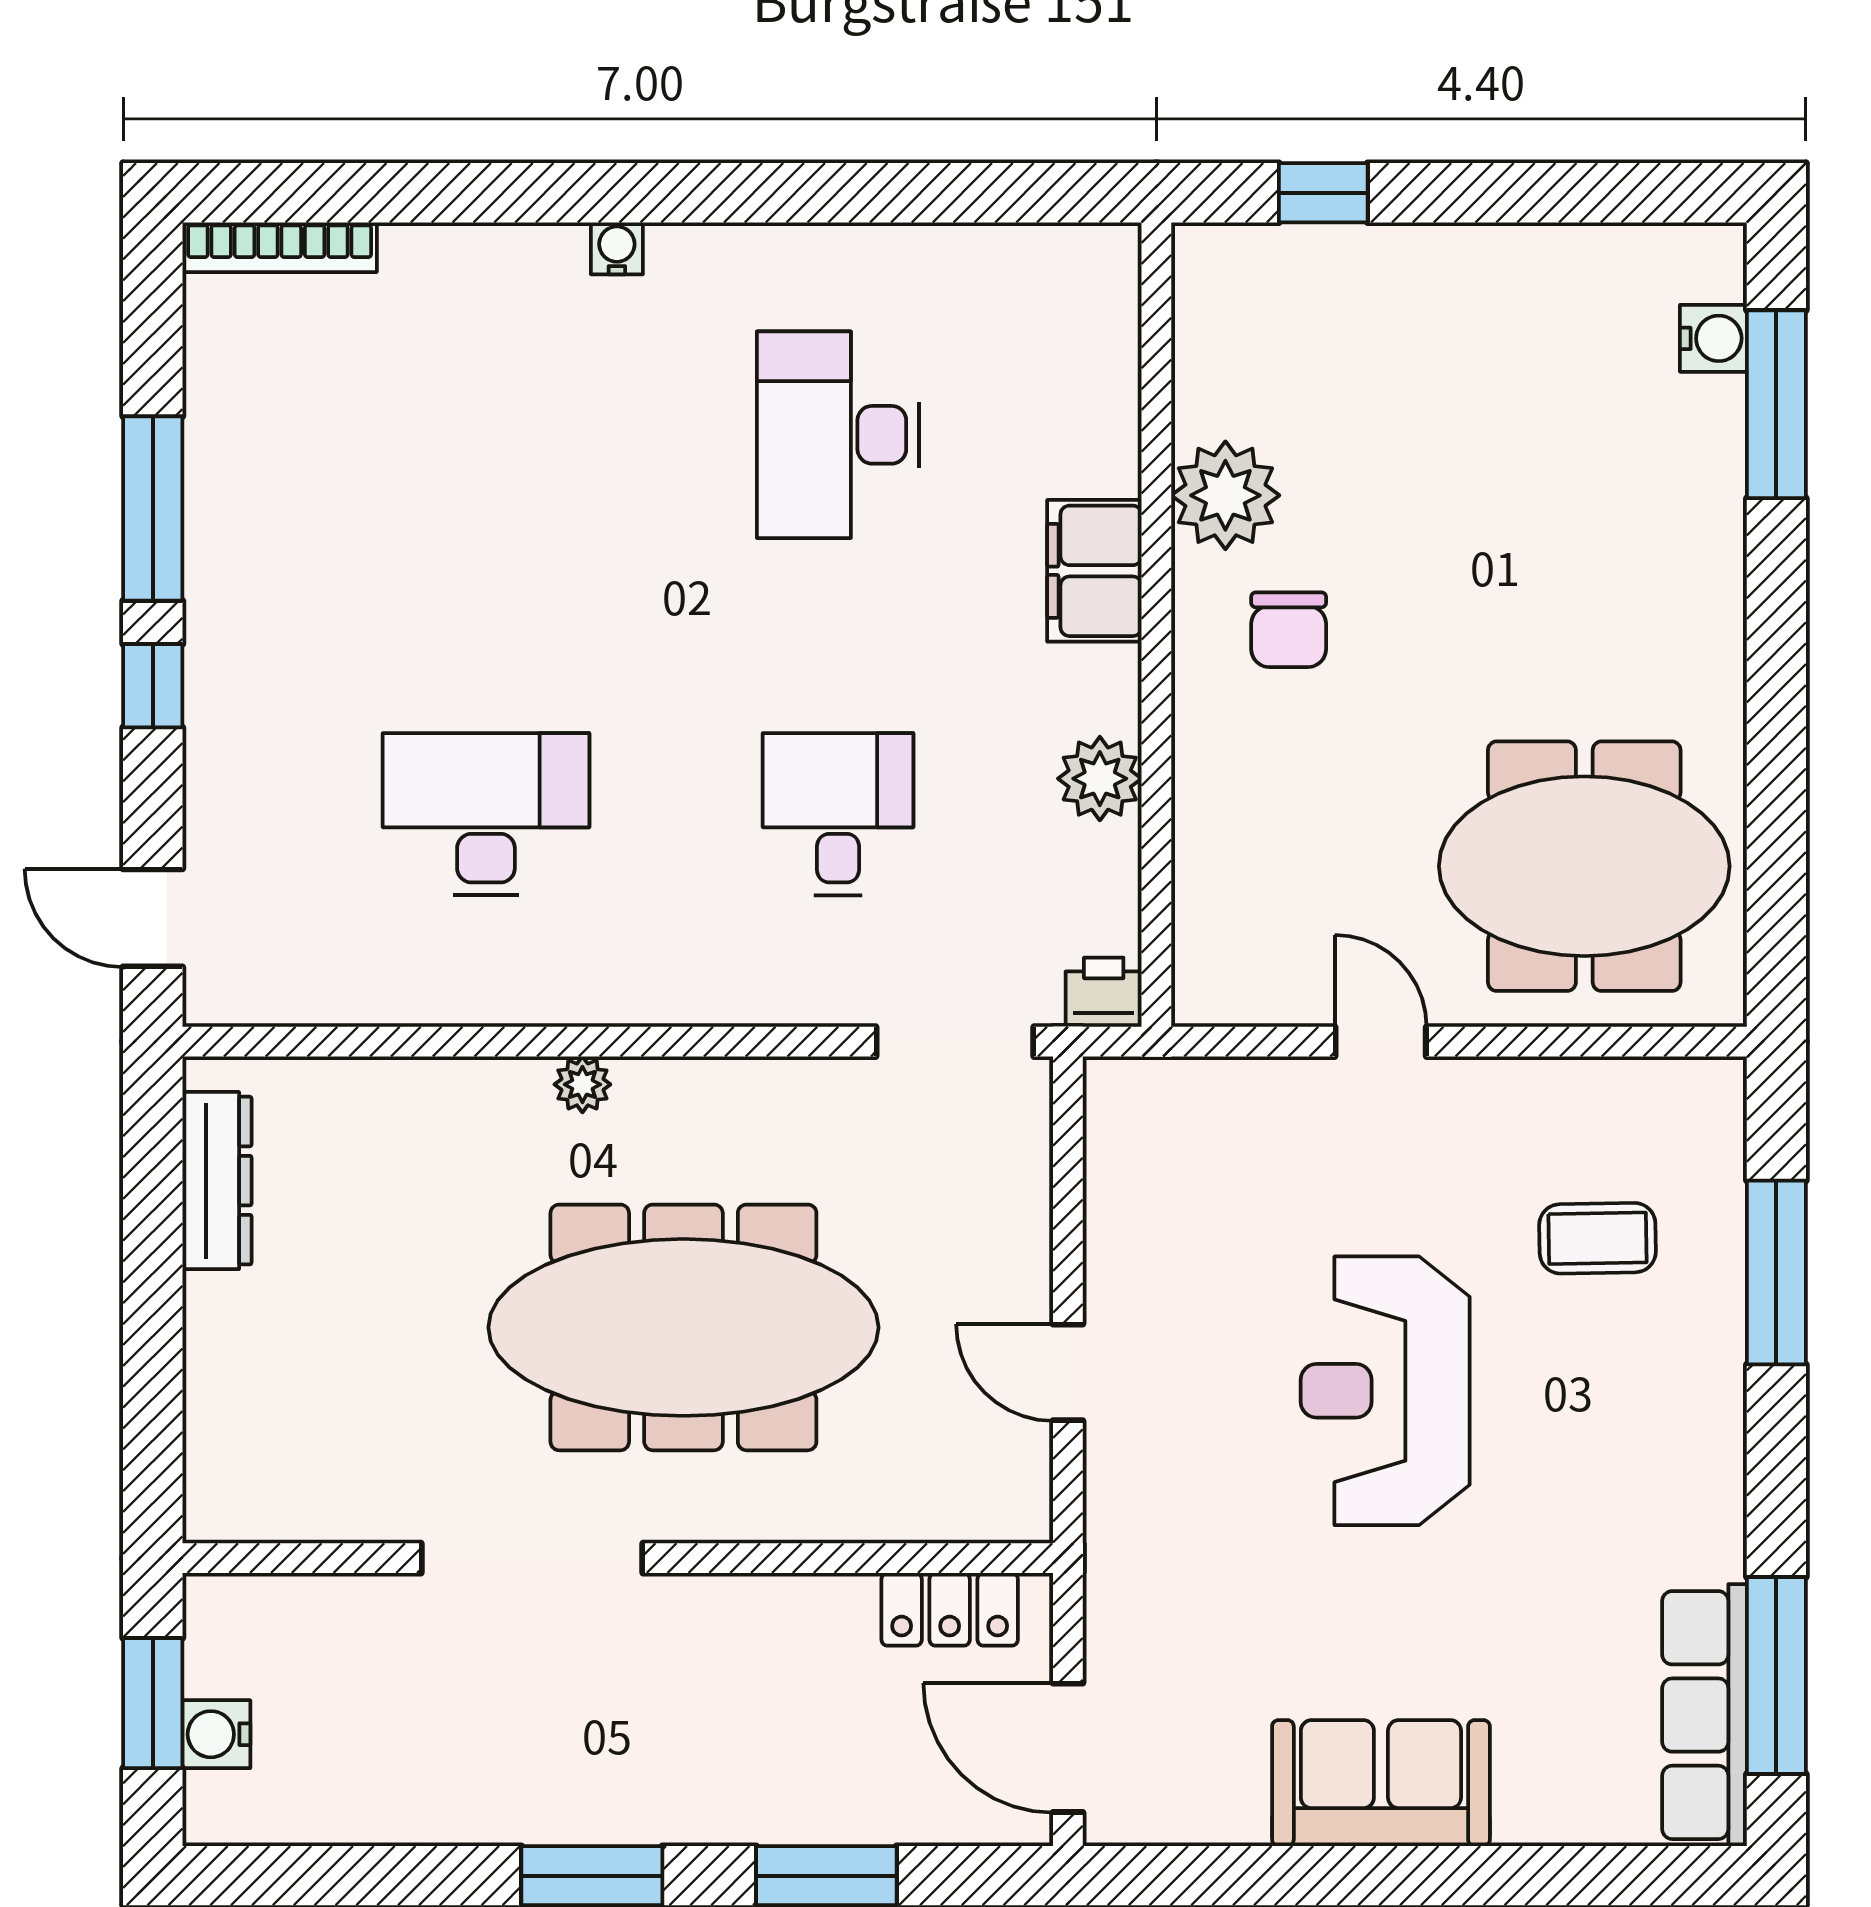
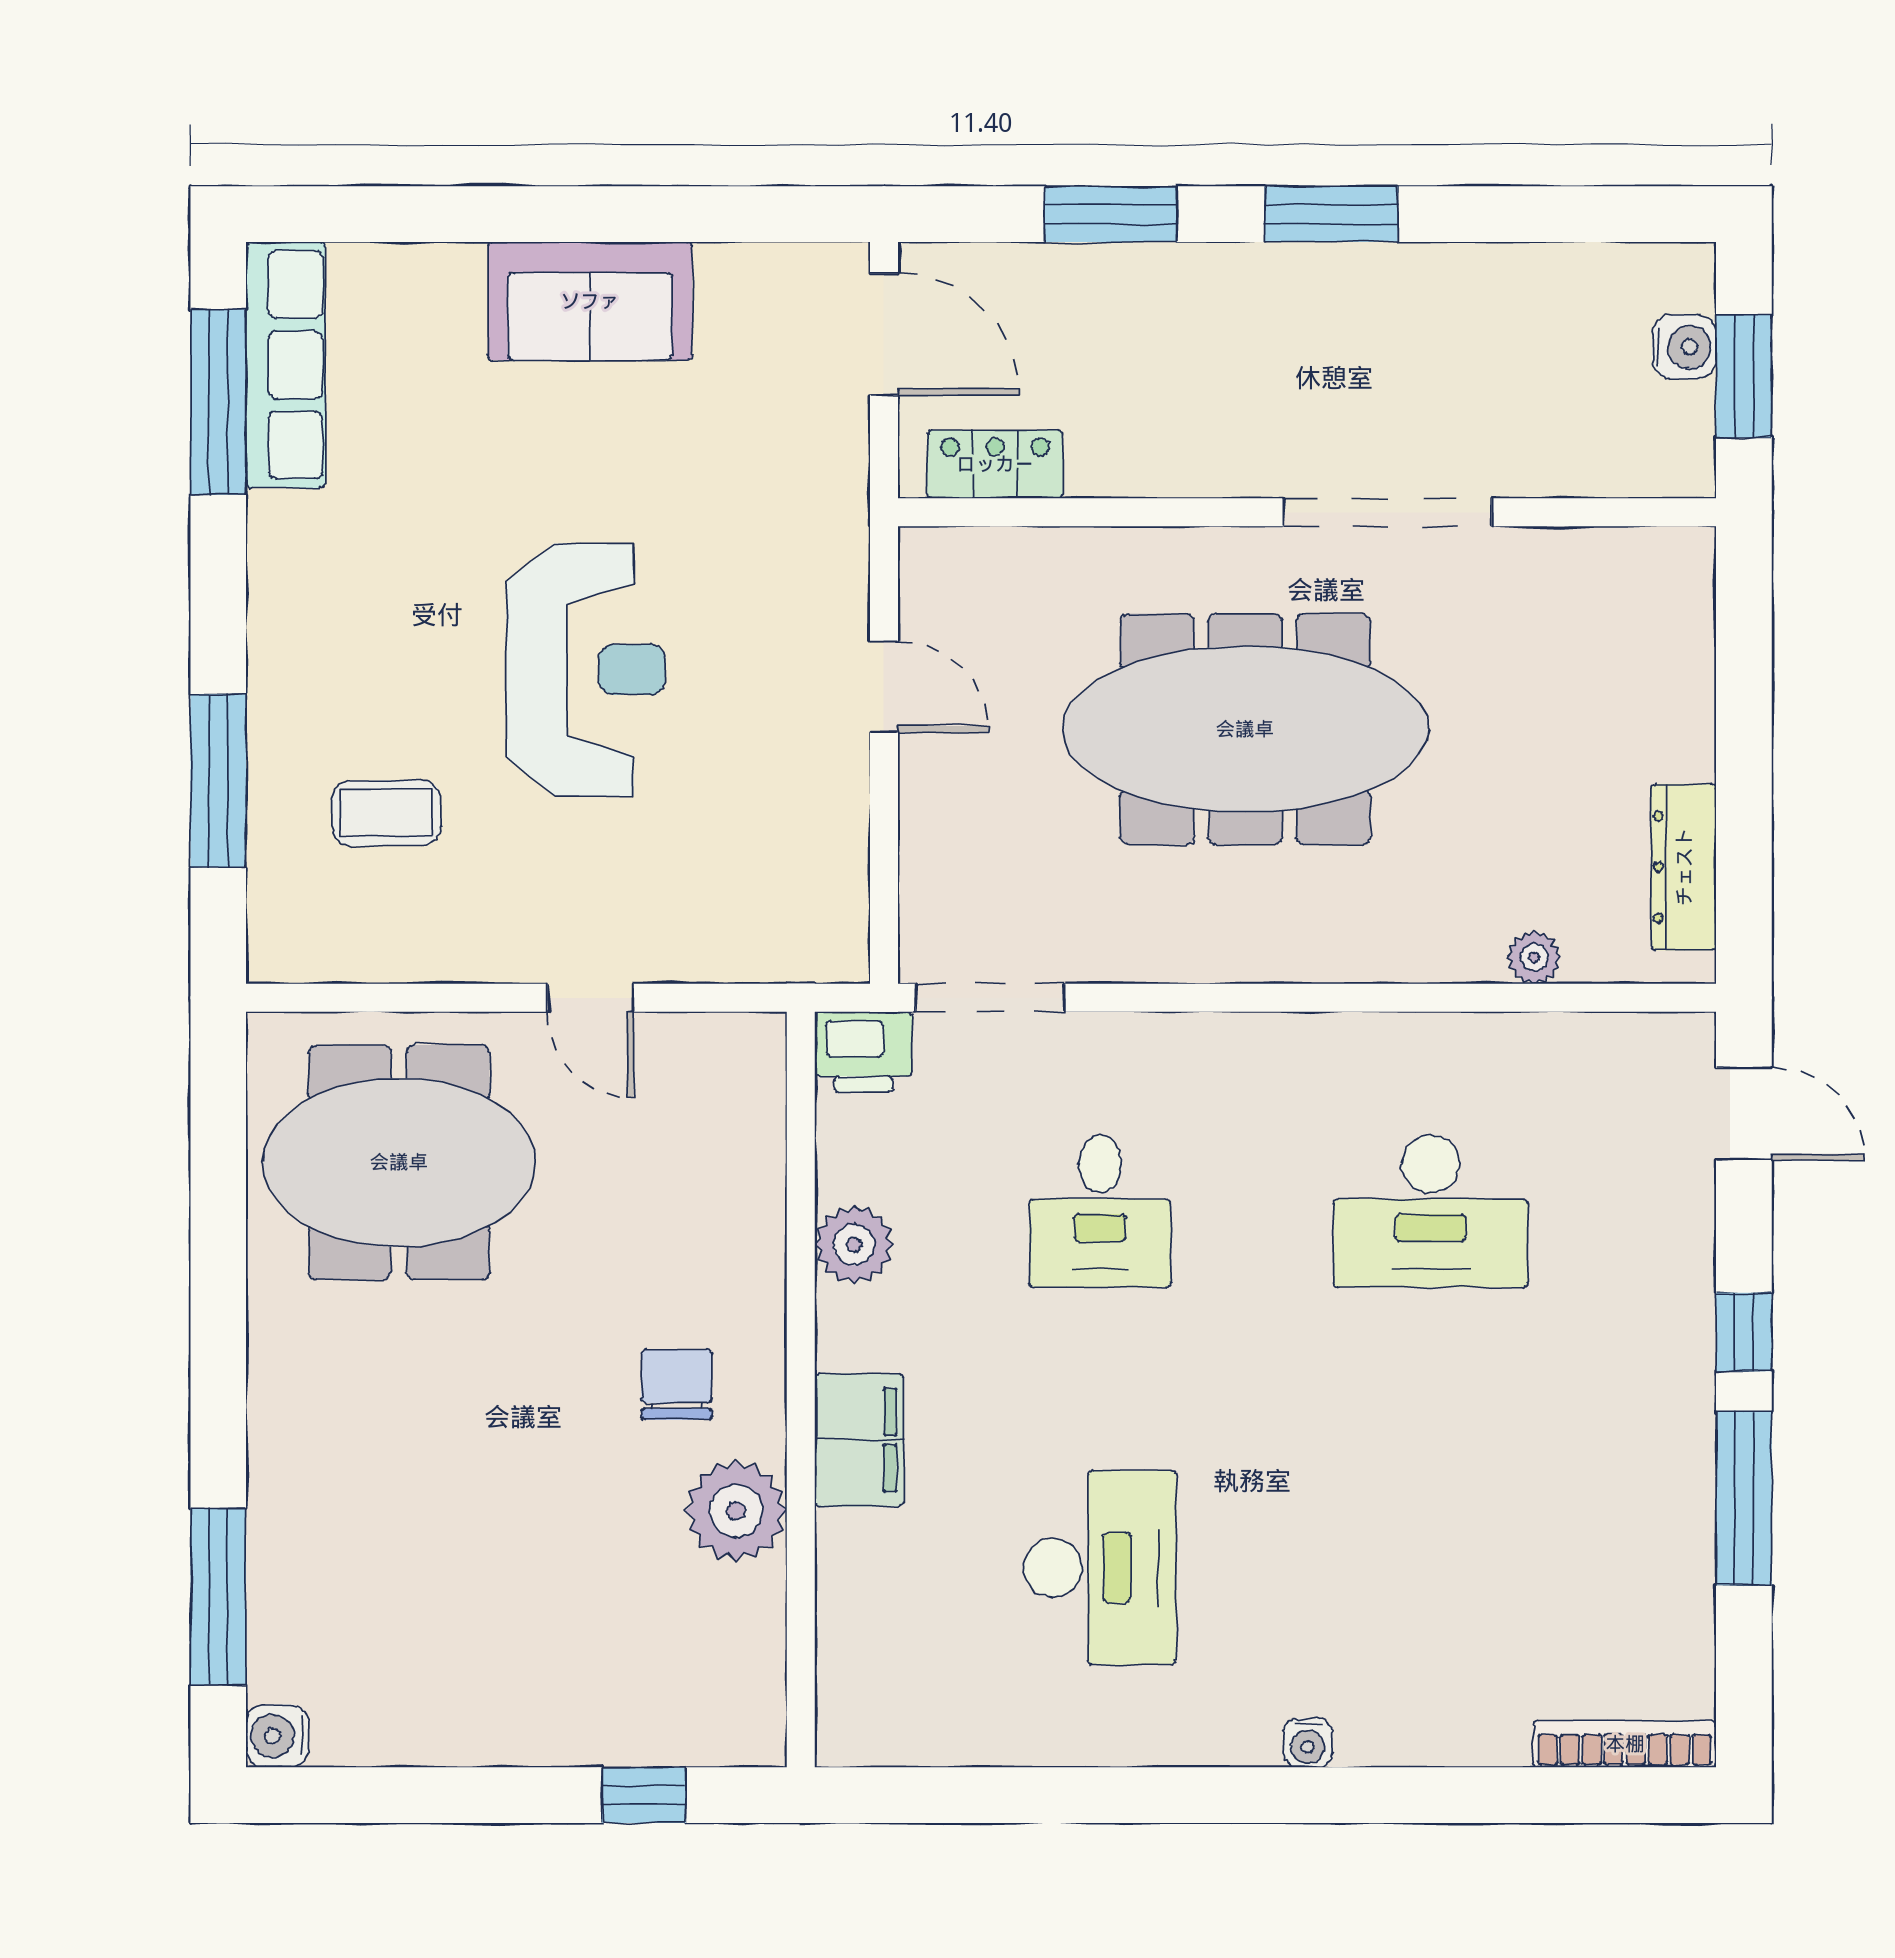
water cooler: (1713, 338) -> (277, 1736), moved
printer: (1104, 992) -> (863, 1052), width x1.36, depth x1.24
plant: (582, 1084) -> (1534, 957), moved

